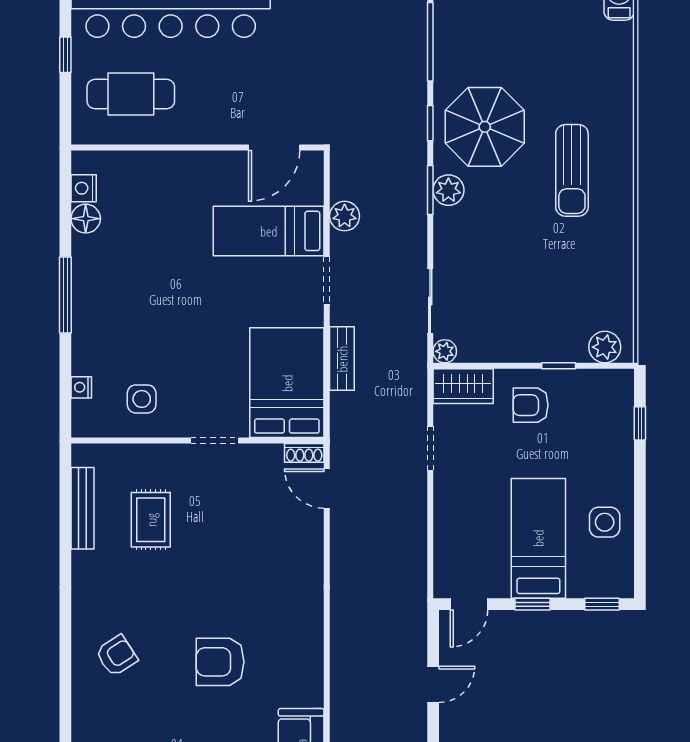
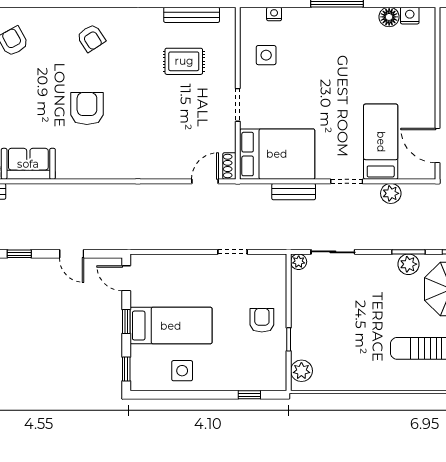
wardrobe: (463, 386) -> (275, 274), removed

